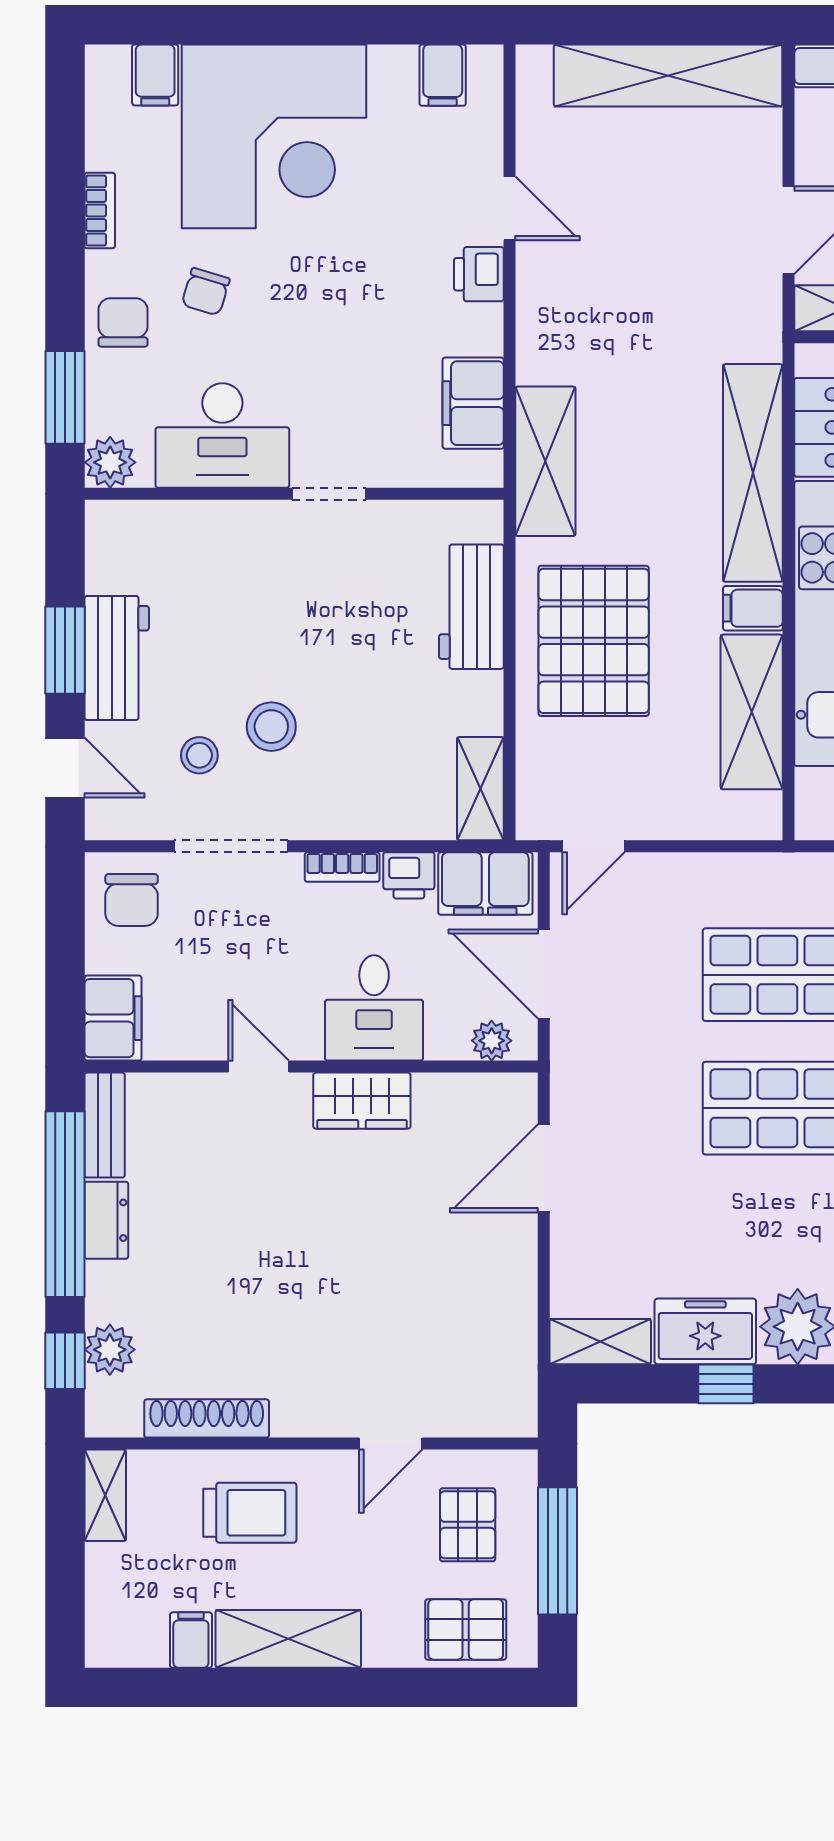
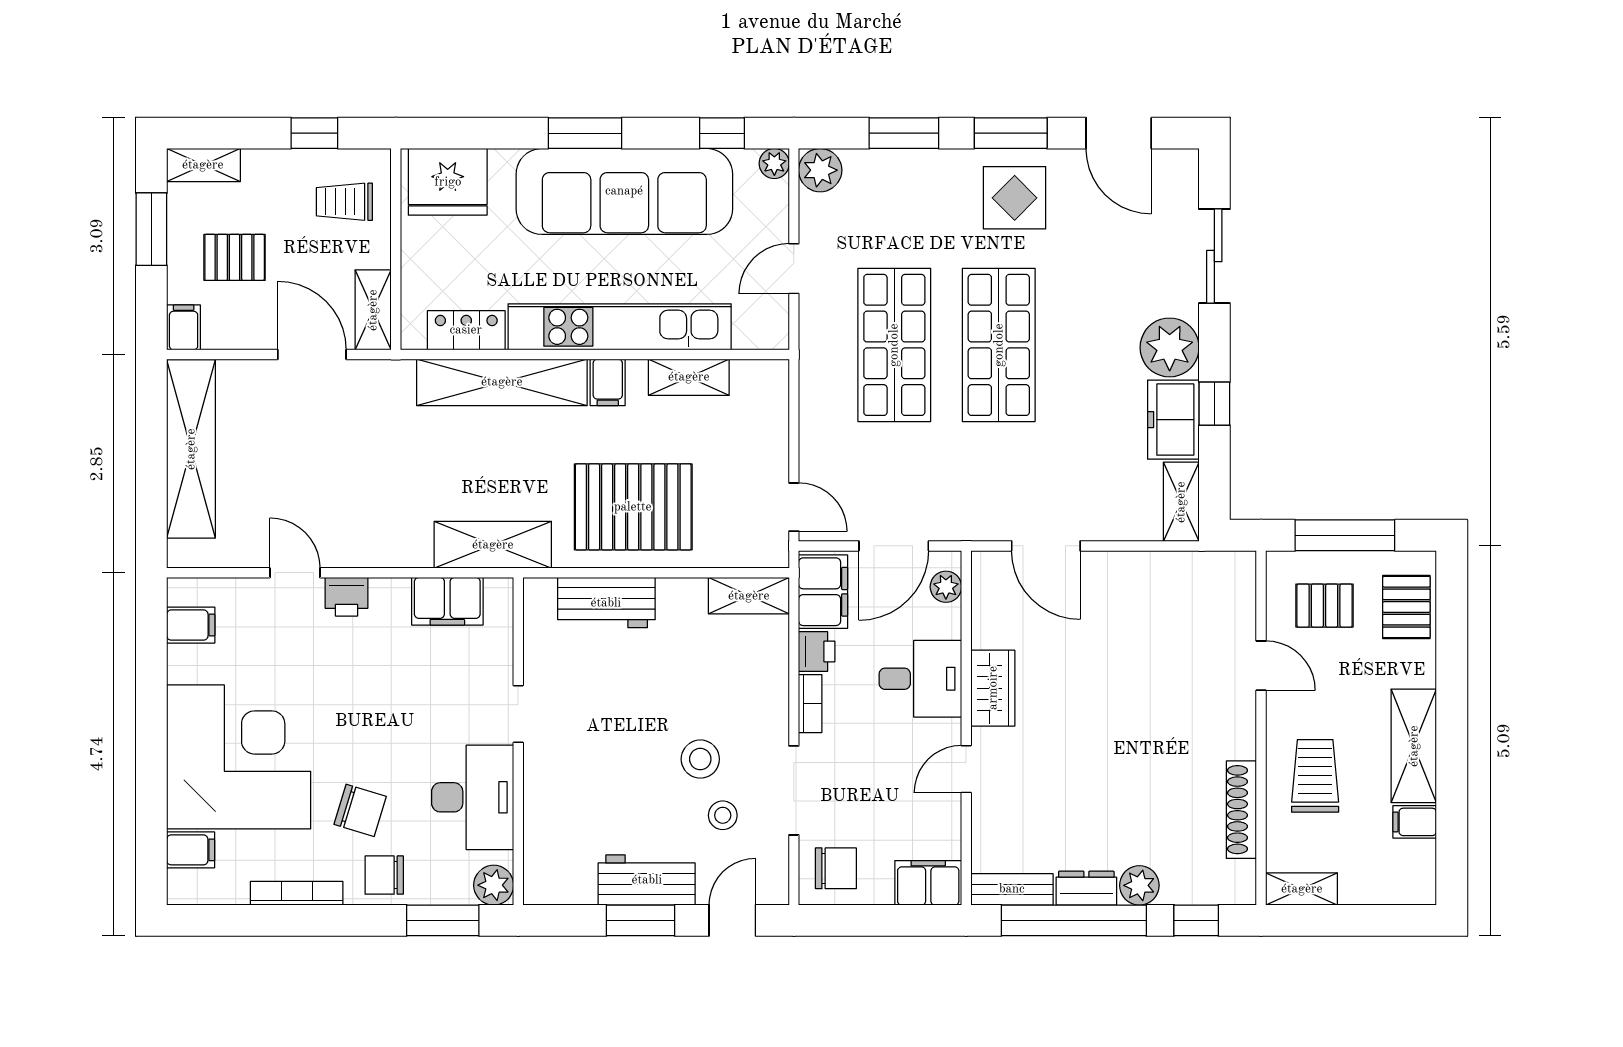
door: (510, 208) -> (295, 573), hinge flipped
bookcase: (100, 210) -> (297, 893), width x1.56
chair: (206, 292) -> (360, 810), width x1.37, depth x1.37
shelving: (752, 712) -> (689, 377), width x0.67, depth x0.75
plant: (110, 1350) -> (1139, 885), moved

